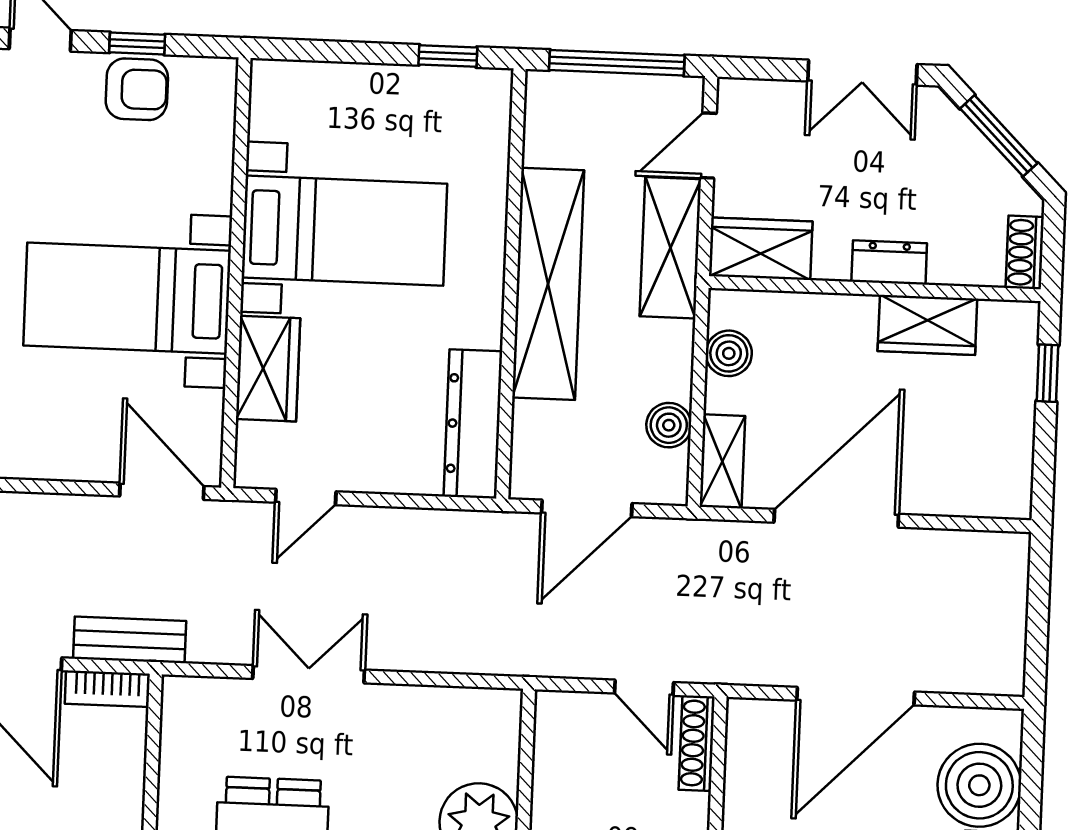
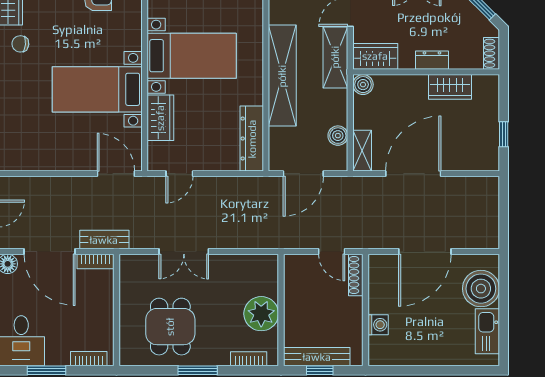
boiler: (729, 353) -> (363, 85), moved
window: (1047, 373) -> (504, 134), moved
double door: (309, 674) -> (184, 252), swing flipped

